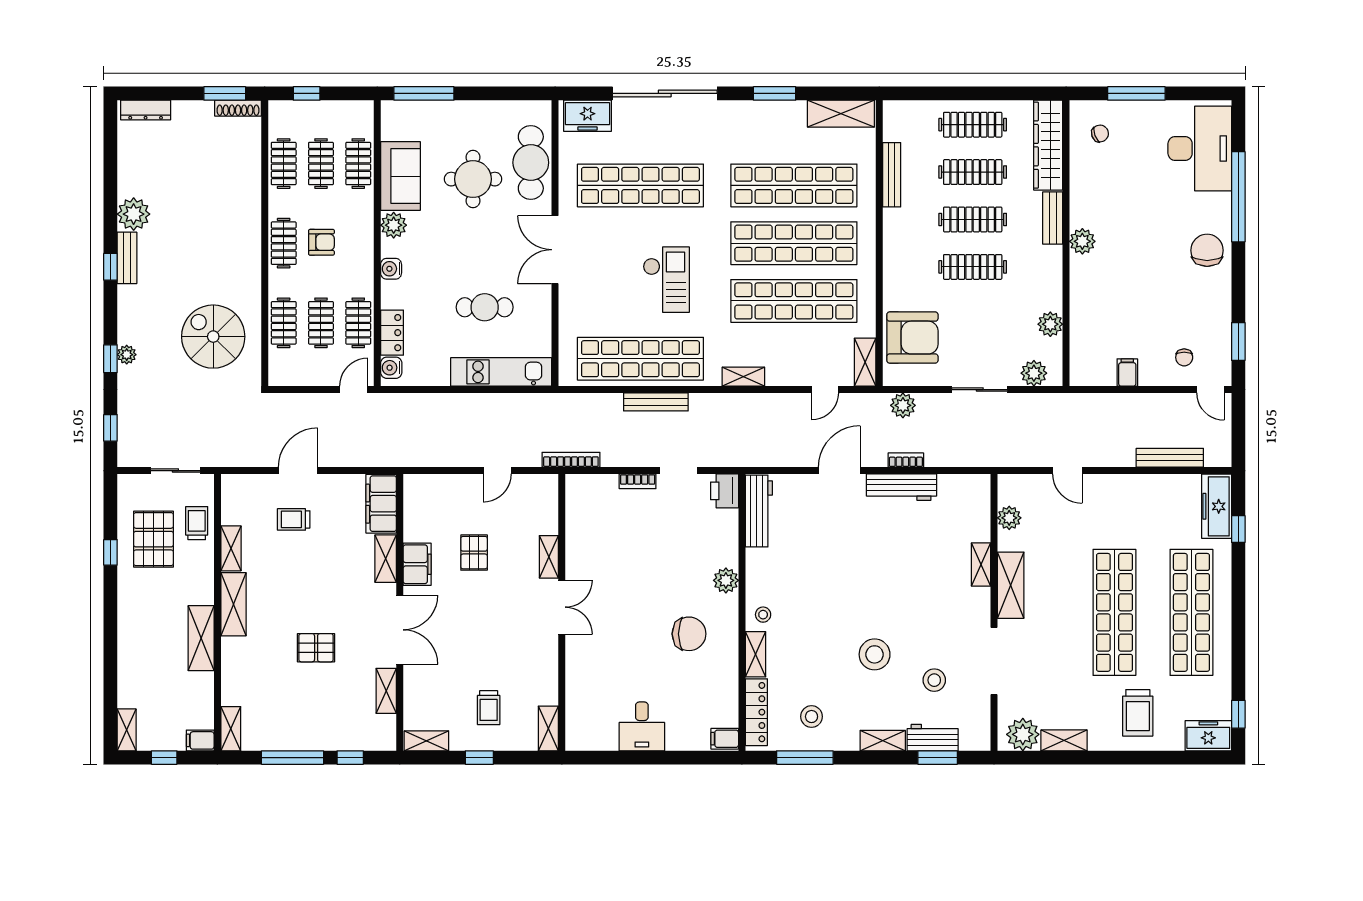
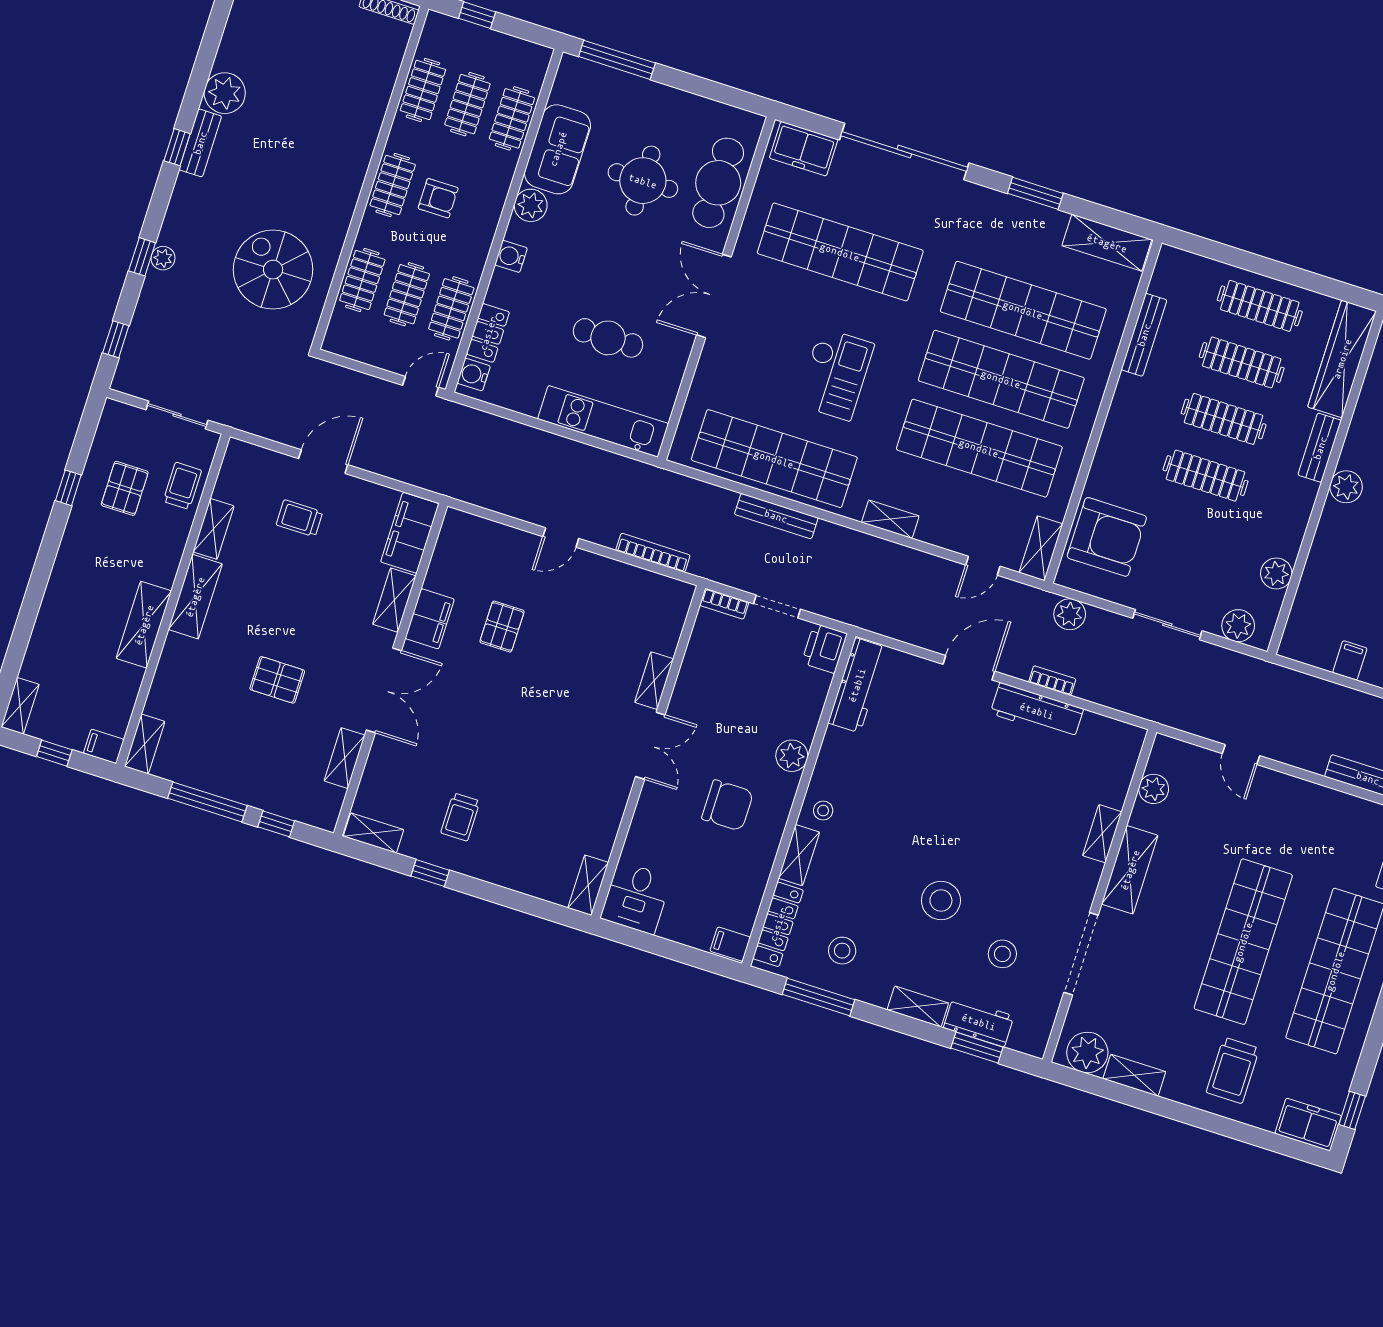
pallet: (153, 539) -> (125, 488), width x0.67, depth x0.71
shelving: (549, 557) -> (654, 681), moved
double door: (562, 607) -> (650, 746), moved
wall: (562, 612) -> (648, 752), moved
shelving: (548, 728) -> (588, 885), moved

